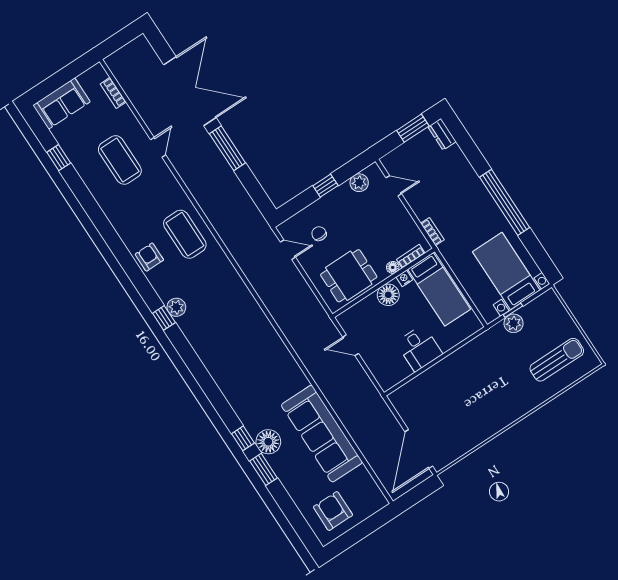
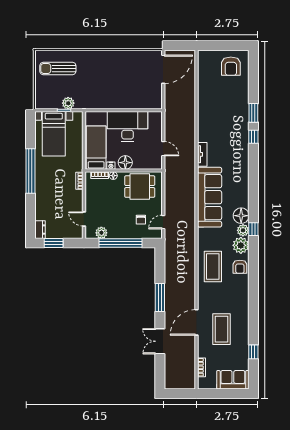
double door: (190, 91) -> (160, 341), width x0.54
door: (158, 147) -> (197, 322), width x1.87
window: (325, 186) -> (121, 243), width x3.17
door: (288, 250) -> (163, 222), hinge flipped
plant: (166, 286) -> (241, 245), added
desk: (419, 348) -> (128, 127), width x1.87, depth x1.30
tv unit: (295, 371) -> (202, 154), added
sofa: (322, 434) -> (210, 197), moved
floor lamp: (268, 442) -> (241, 216), moved

